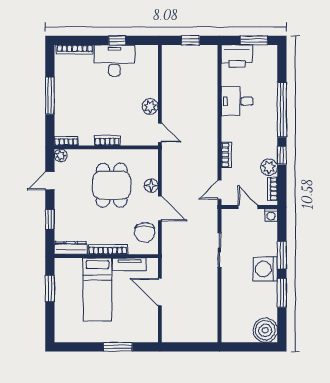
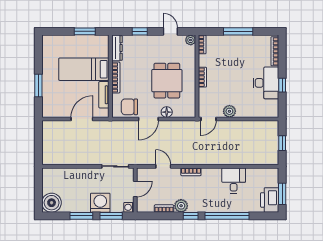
printer: (237, 56) -> (270, 200), moved
dining table: (112, 185) -> (167, 81), turned 90
door: (248, 207) -> (135, 189), moved
wall: (249, 207) -> (135, 190), moved
washing machine: (271, 215) -> (129, 207), moved

